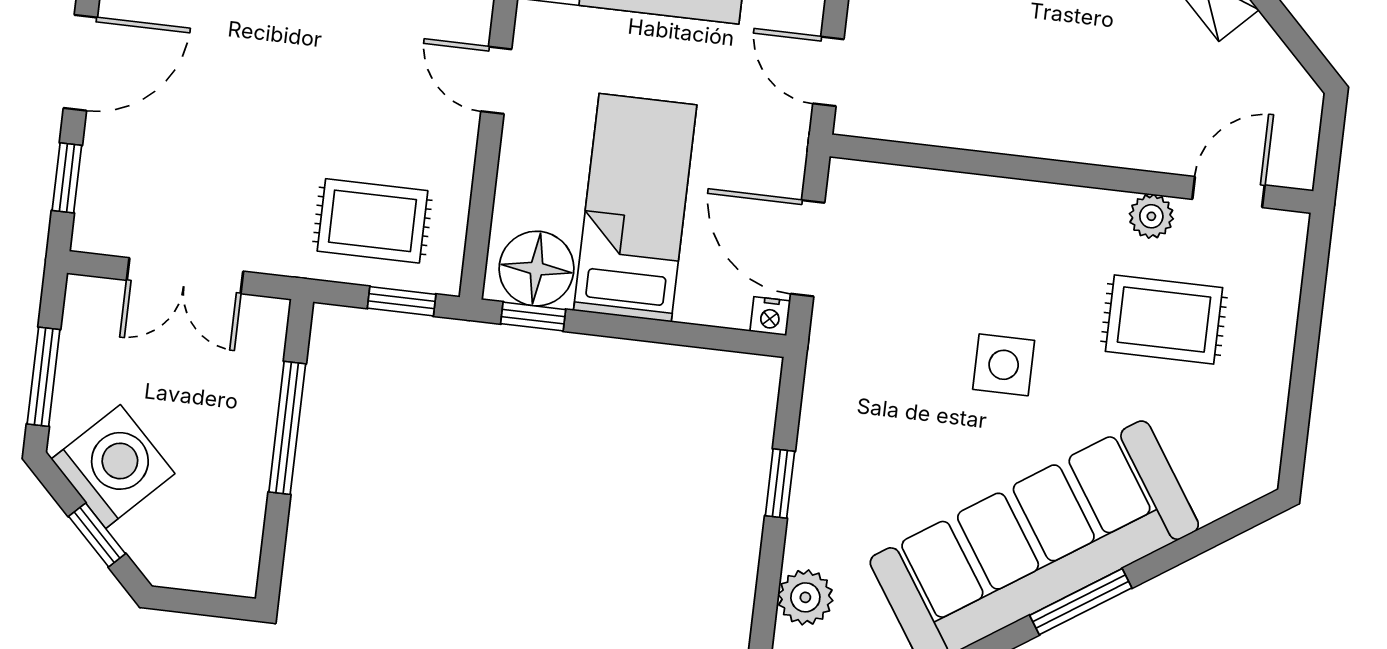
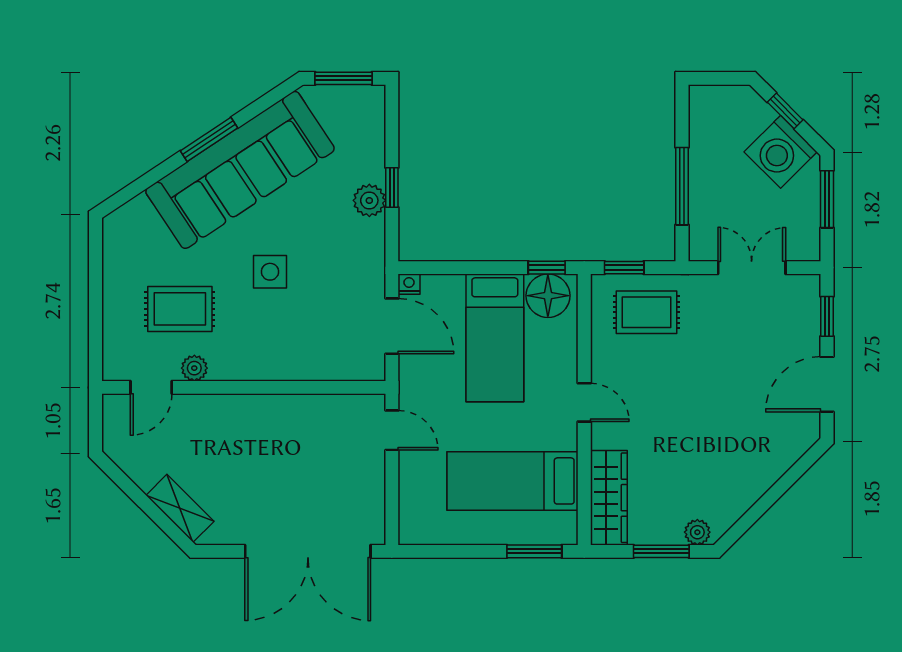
plant: (805, 597) -> (369, 200), moved

